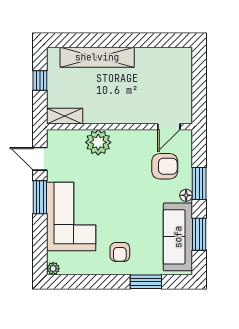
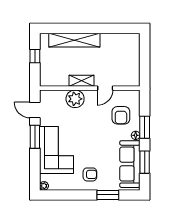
shelving: (65, 116) -> (82, 81), moved
door: (169, 127) -> (105, 88), moved
armchair: (165, 166) -> (121, 115), turned 90
armchair: (120, 252) -> (90, 174), turned -90

